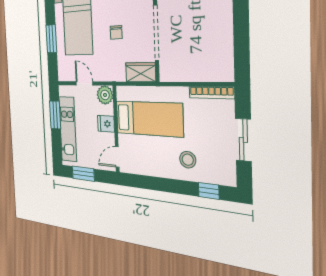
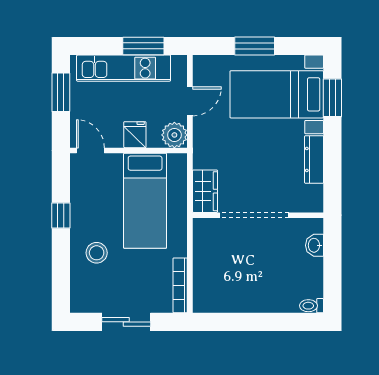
chair: (116, 32) -> (258, 157), removed
window: (209, 191) -> (61, 215), moved

